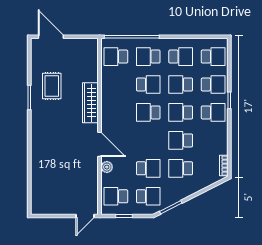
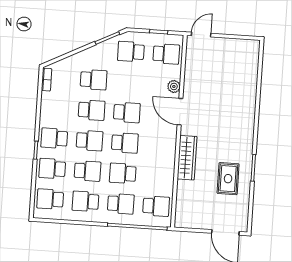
school desk: (148, 168) -> (127, 112), moved, turned 180

